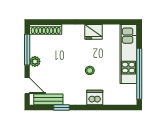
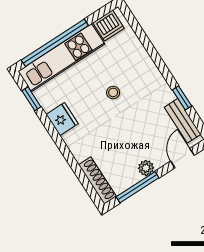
window: (116, 22) -> (31, 99), added
window: (139, 74) -> (55, 43), moved
dishwasher: (95, 98) -> (109, 26), moved, turned -90

